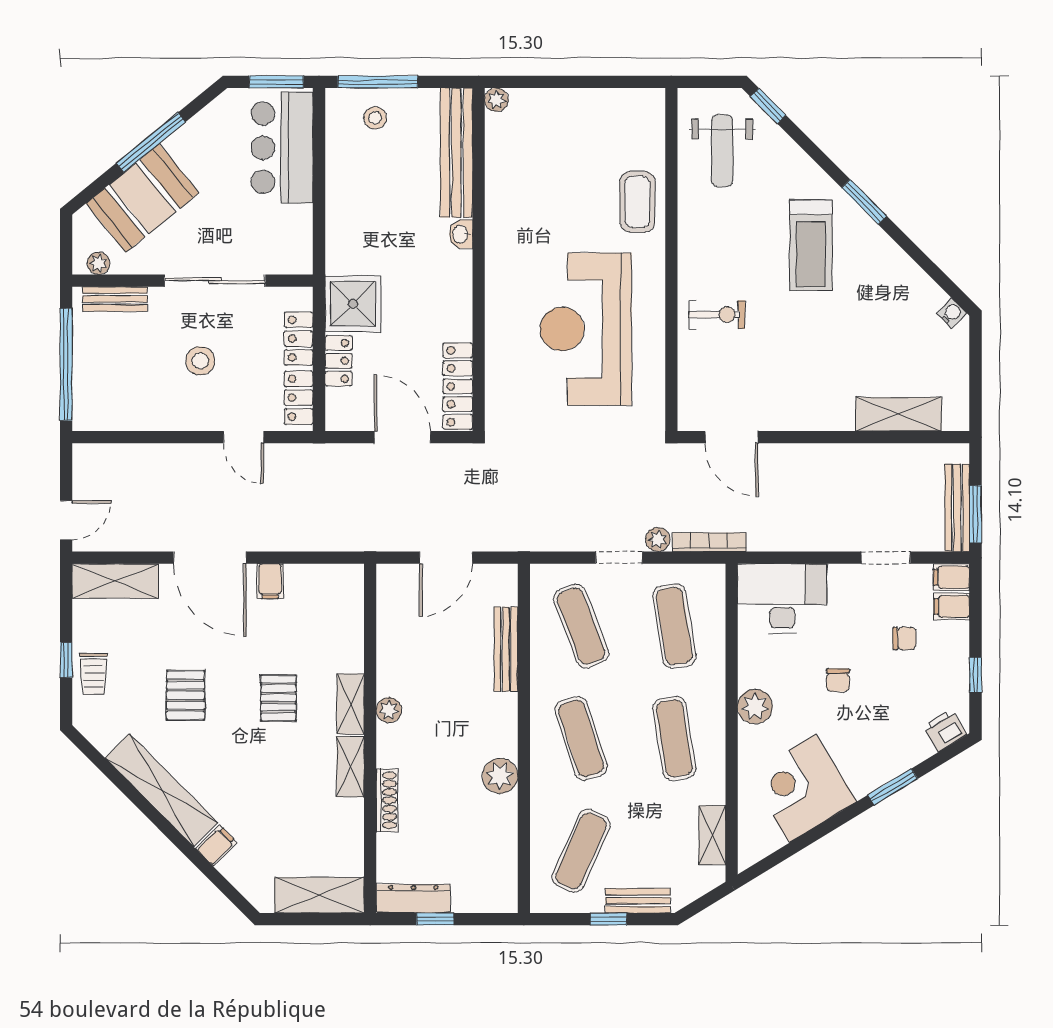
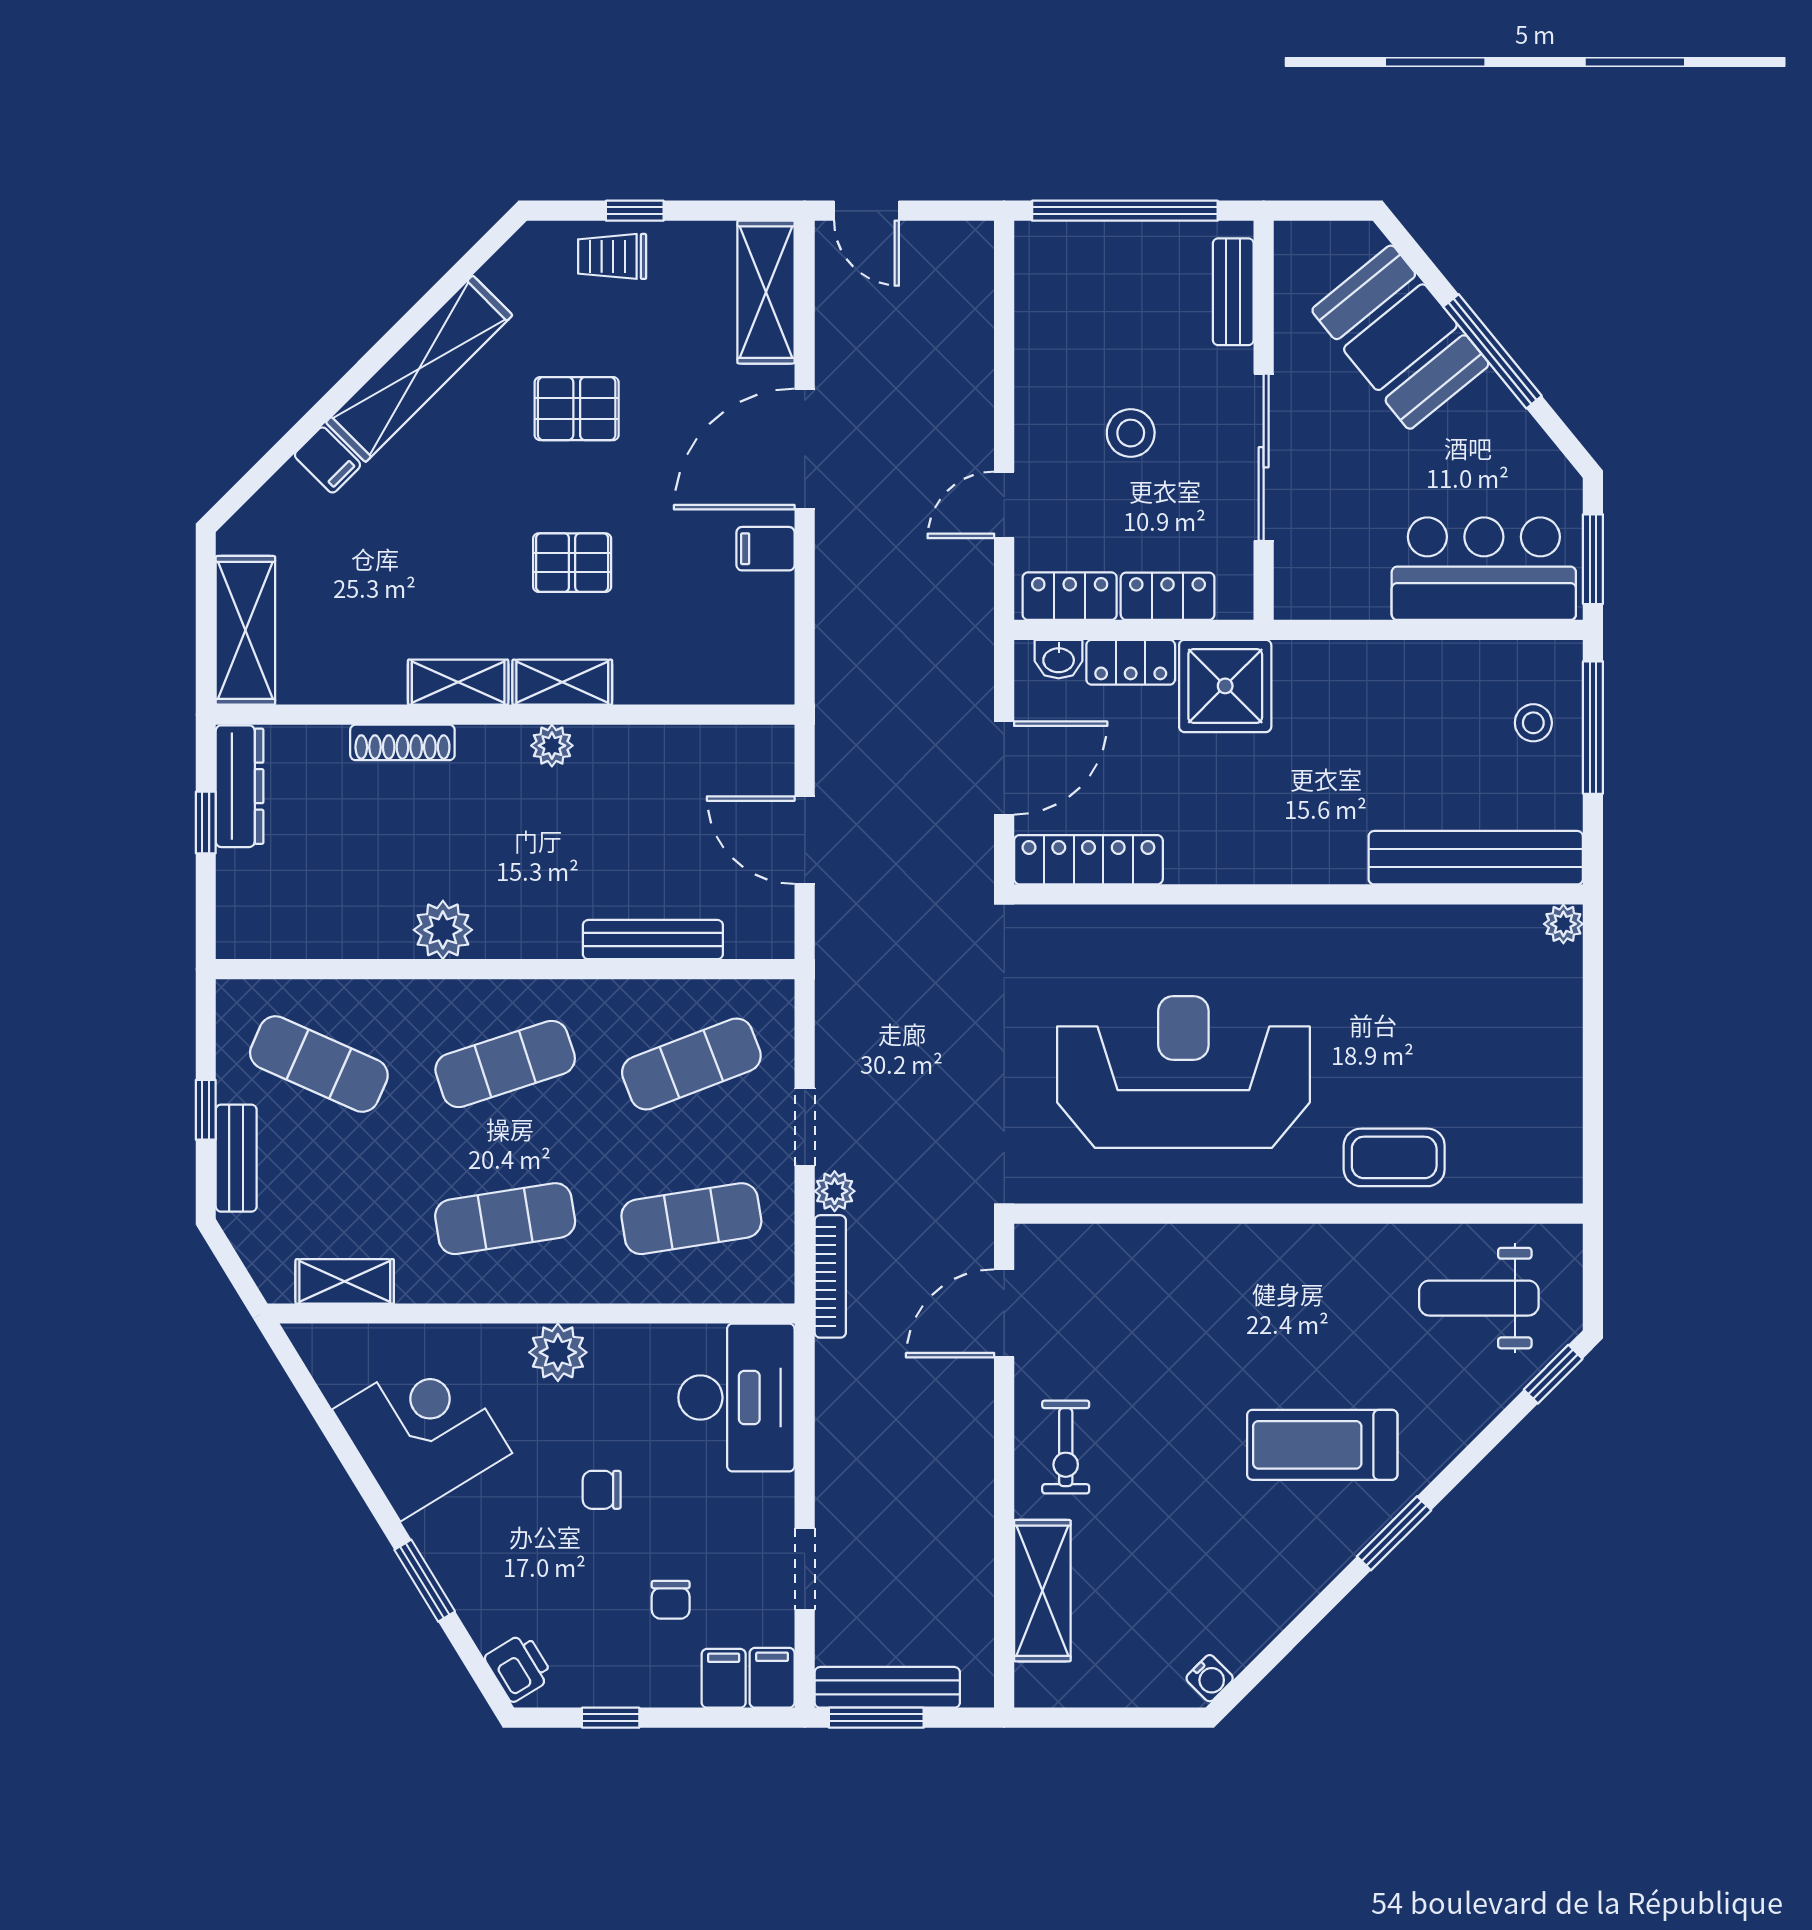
washbasin: (461, 234) -> (1059, 659), moved, turned 180
plant: (98, 263) -> (1292, 264), removed
exercise bike: (717, 315) -> (1066, 1447), moved

